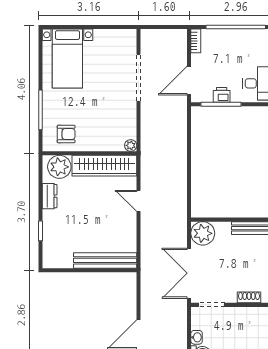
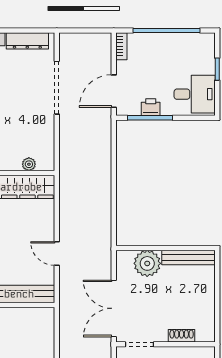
dresser: (112, 36) -> (27, 41), added
plant: (131, 145) -> (29, 164), moved
door: (138, 201) -> (57, 254), moved
plant: (203, 233) -> (147, 263), moved

